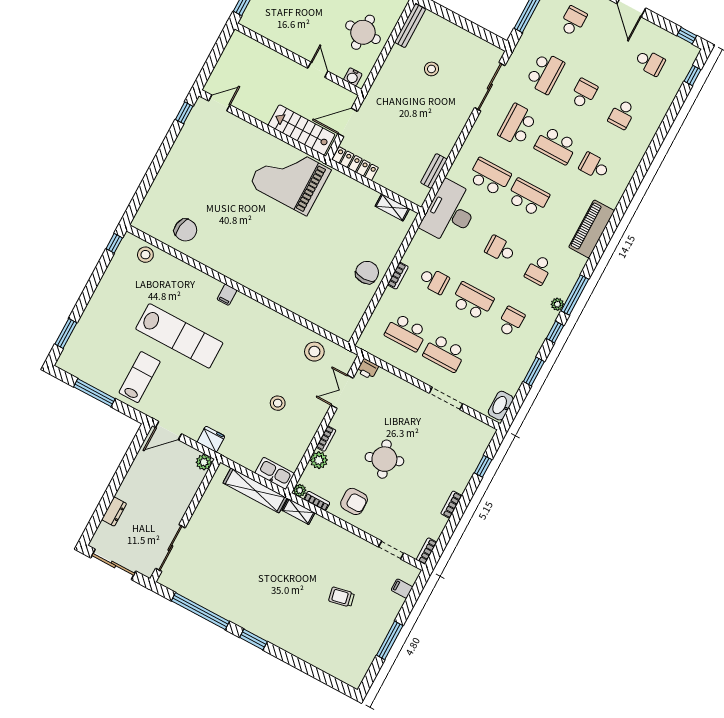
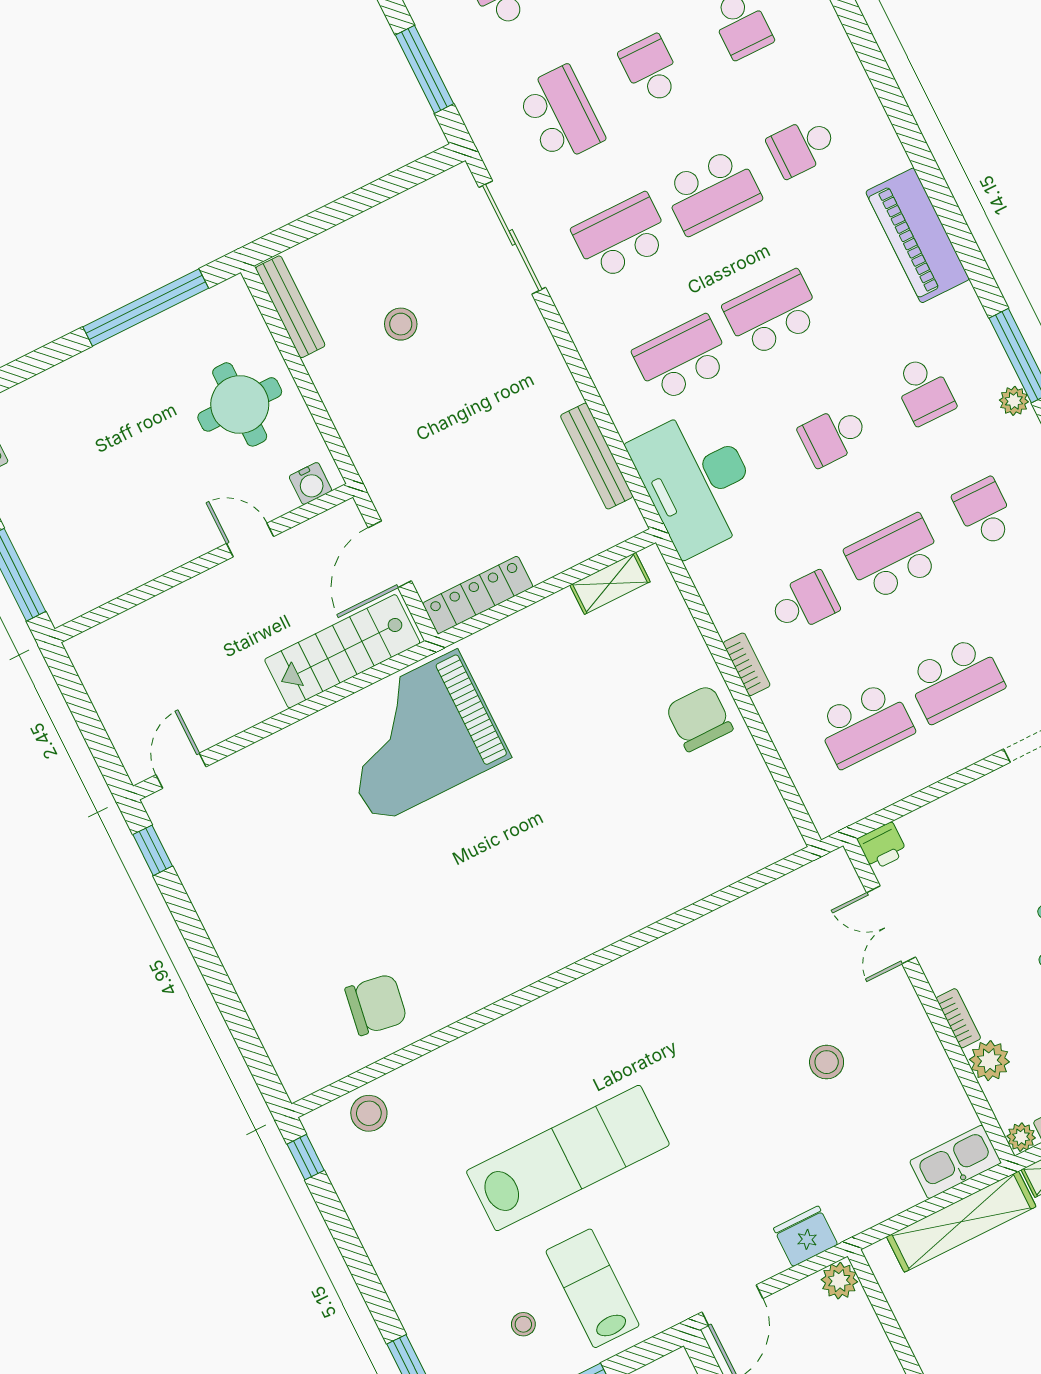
school desk: (517, 125) -> (621, 237), turned 90
bench: (434, 171) -> (597, 456), width x1.36
filing cabinet: (227, 295) -> (554, 1013), removed
stool: (314, 352) -> (523, 1324), moved, width x0.53, depth x0.53

